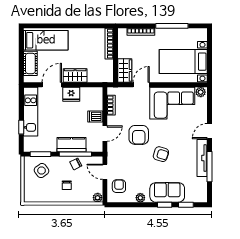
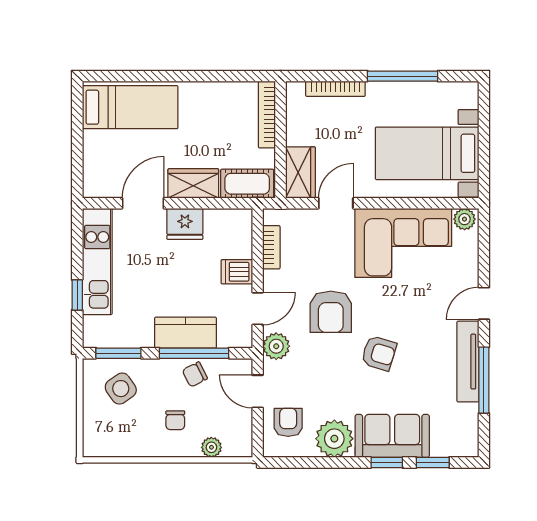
cot: (30, 63) -> (247, 184), moved, turned 90
plant: (113, 151) -> (276, 346), added
plant: (98, 198) -> (211, 447), moved
plant: (140, 198) -> (334, 439), width x1.87, depth x1.87

